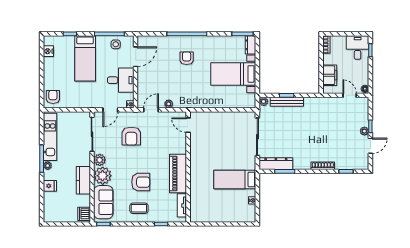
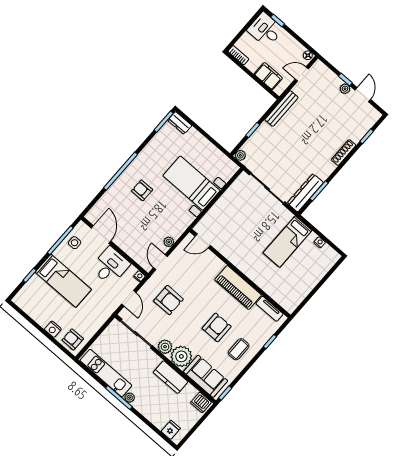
nightstand: (48, 51) -> (53, 329), moved
bed with nightstands: (233, 74) -> (191, 183), moved, turned 90
bench: (287, 102) -> (281, 109), moved
fridge: (50, 186) -> (171, 430), moved

